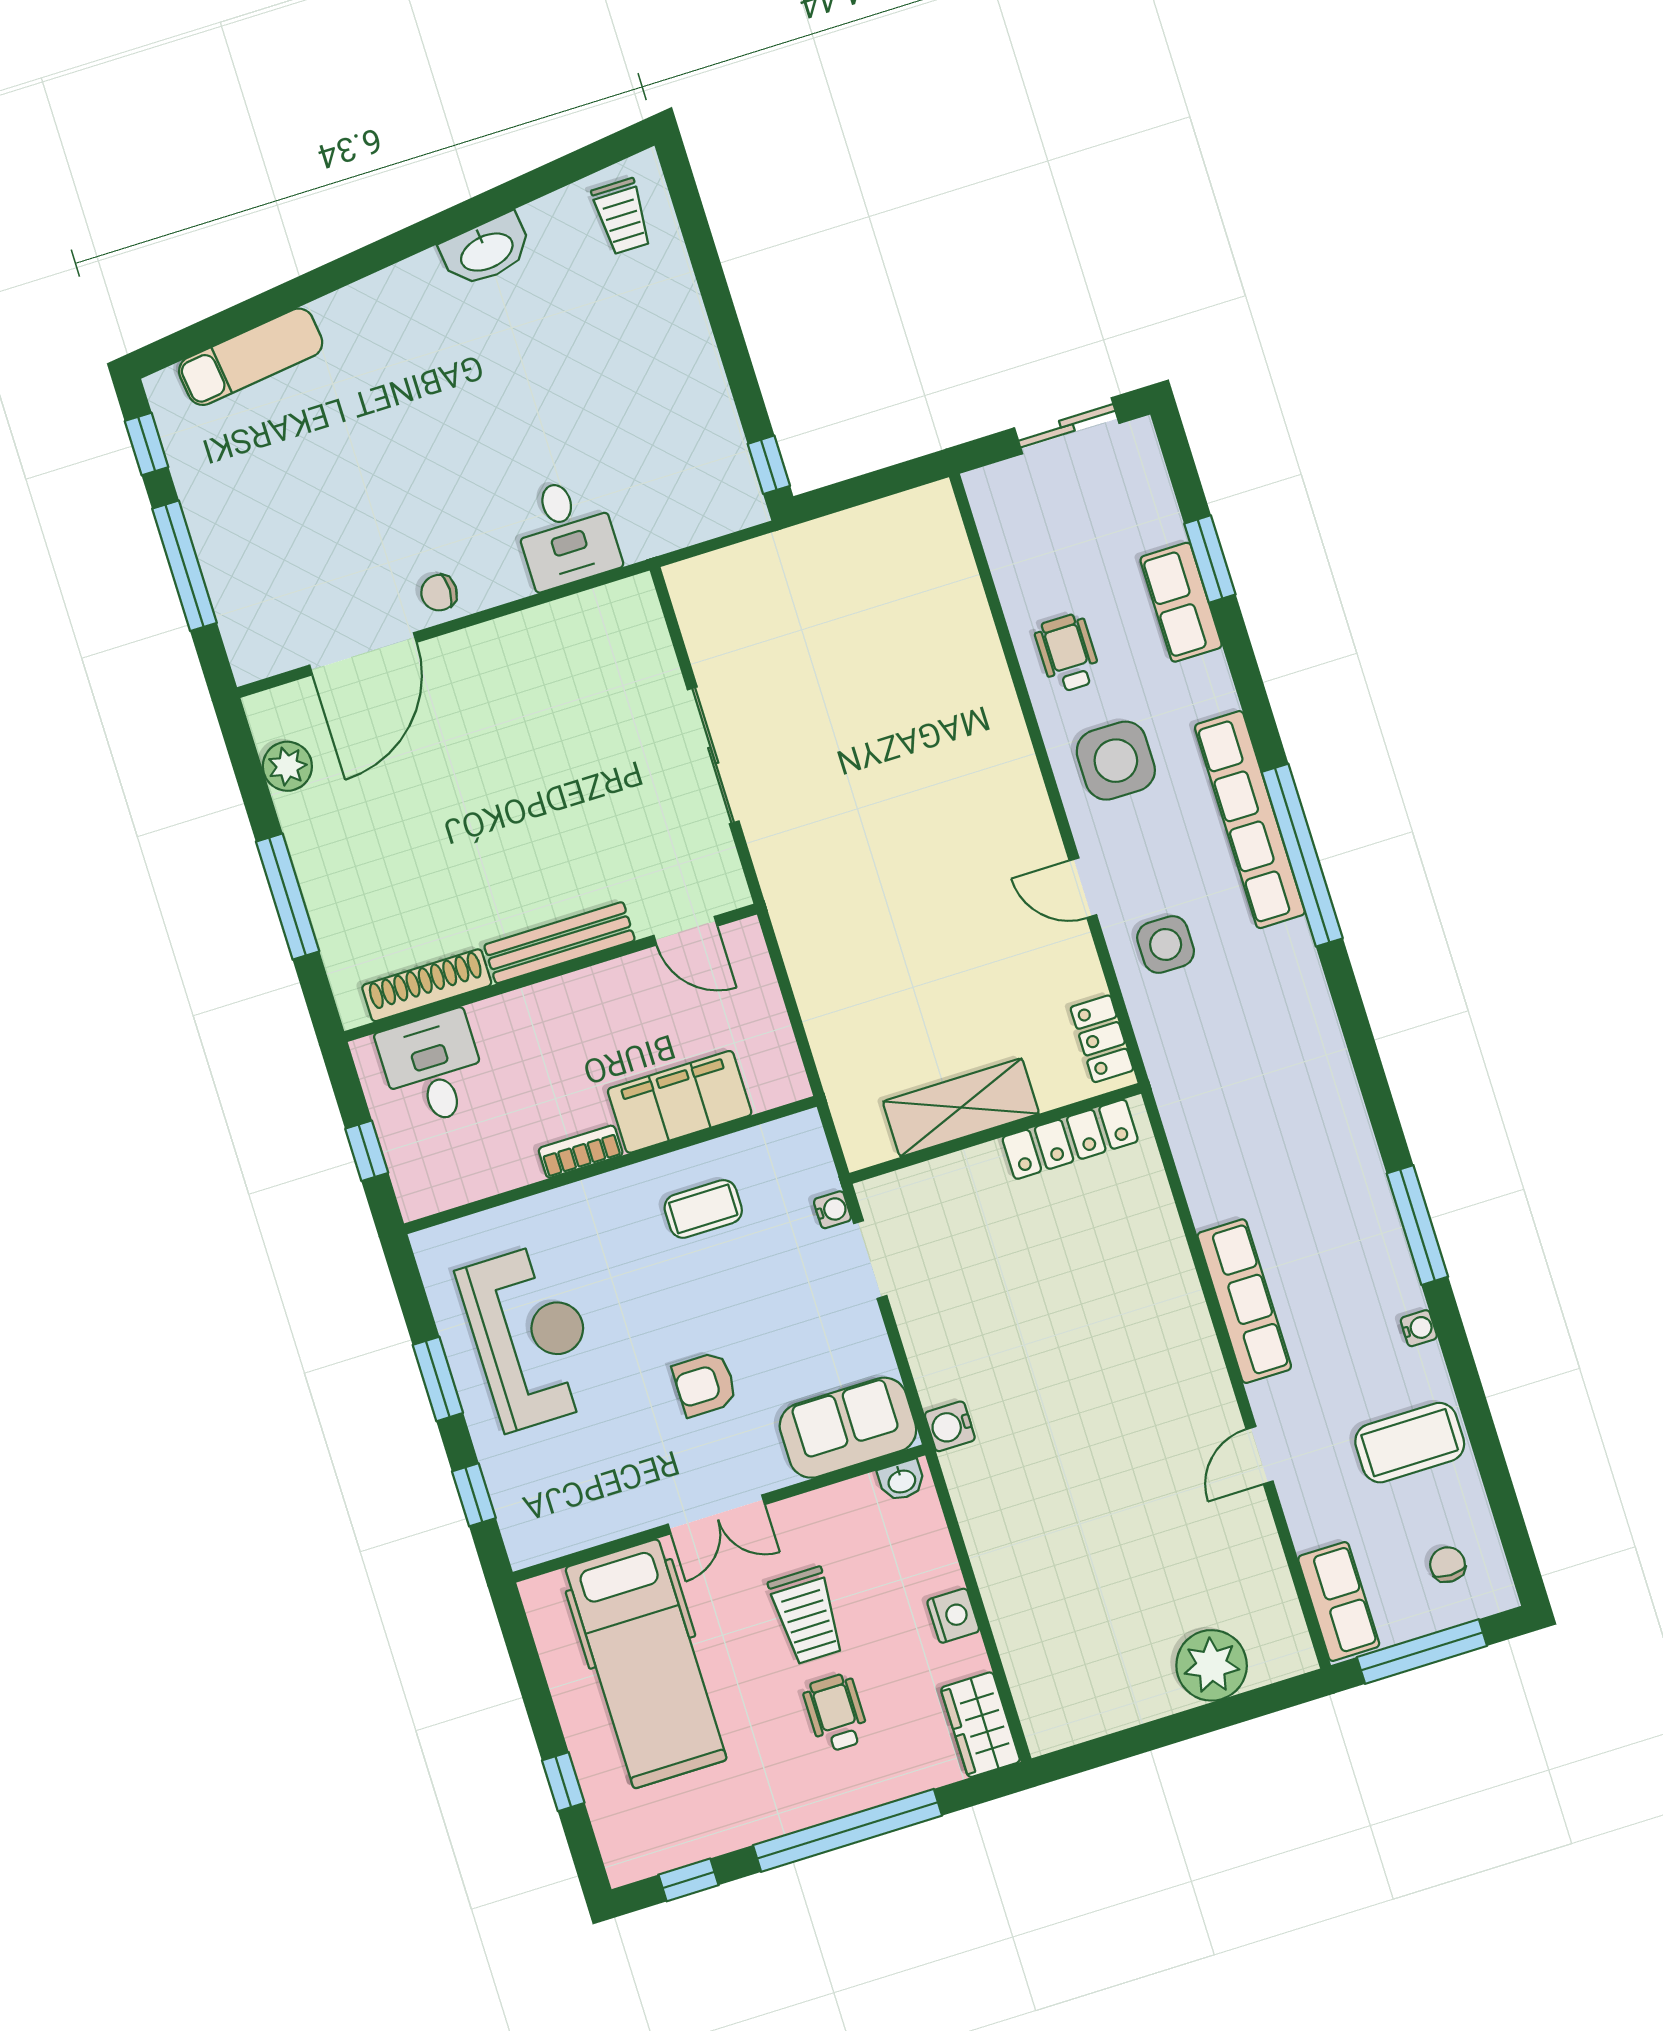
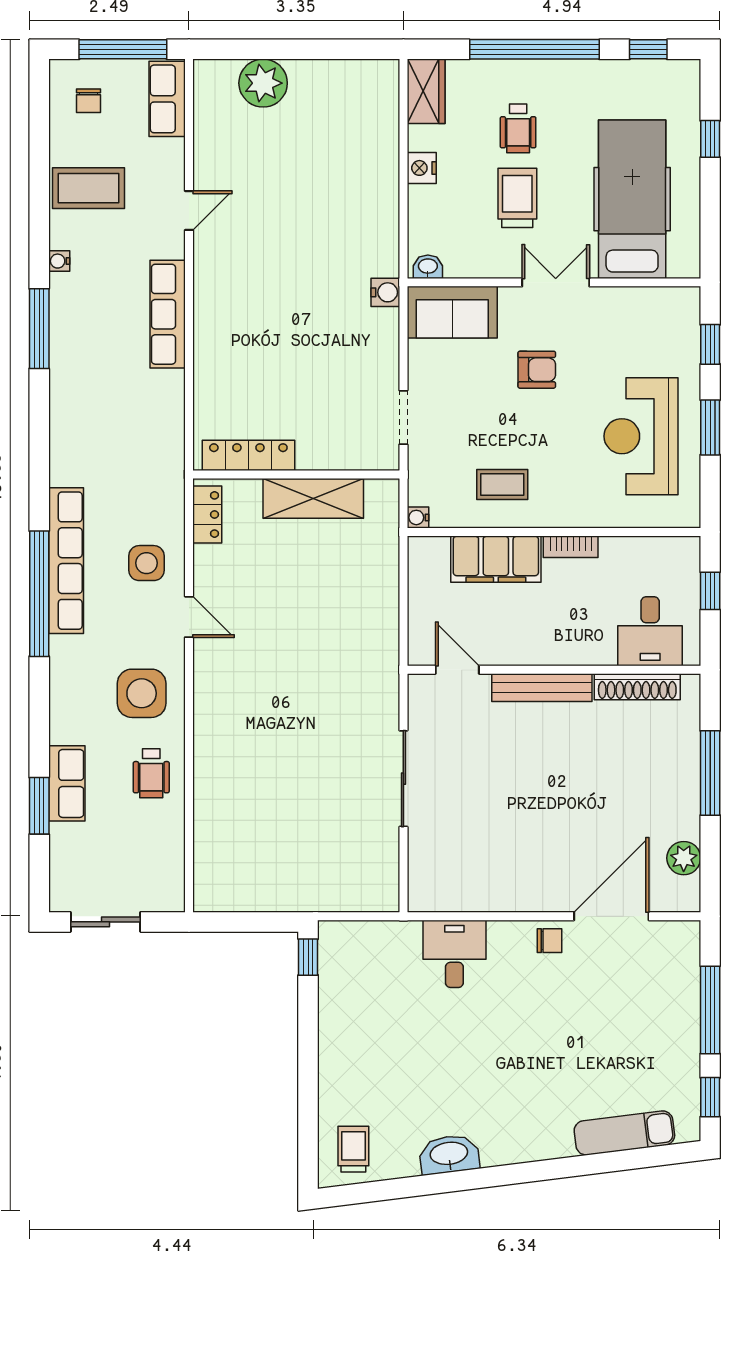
row of seats: (1250, 820) -> (66, 561), moved
water cooler: (832, 1210) -> (418, 517), moved

